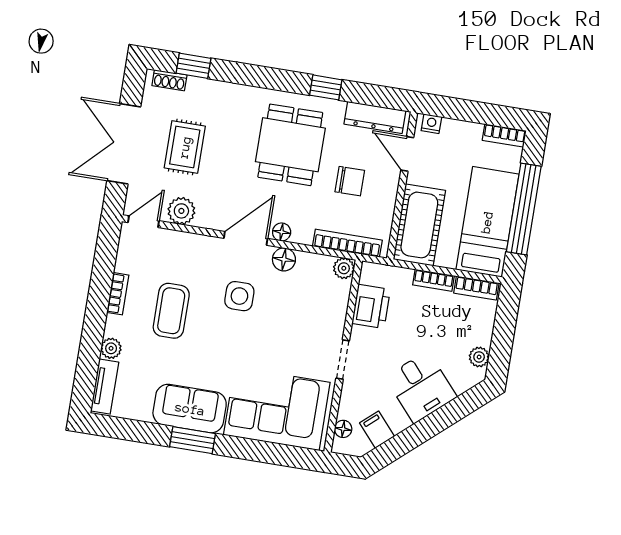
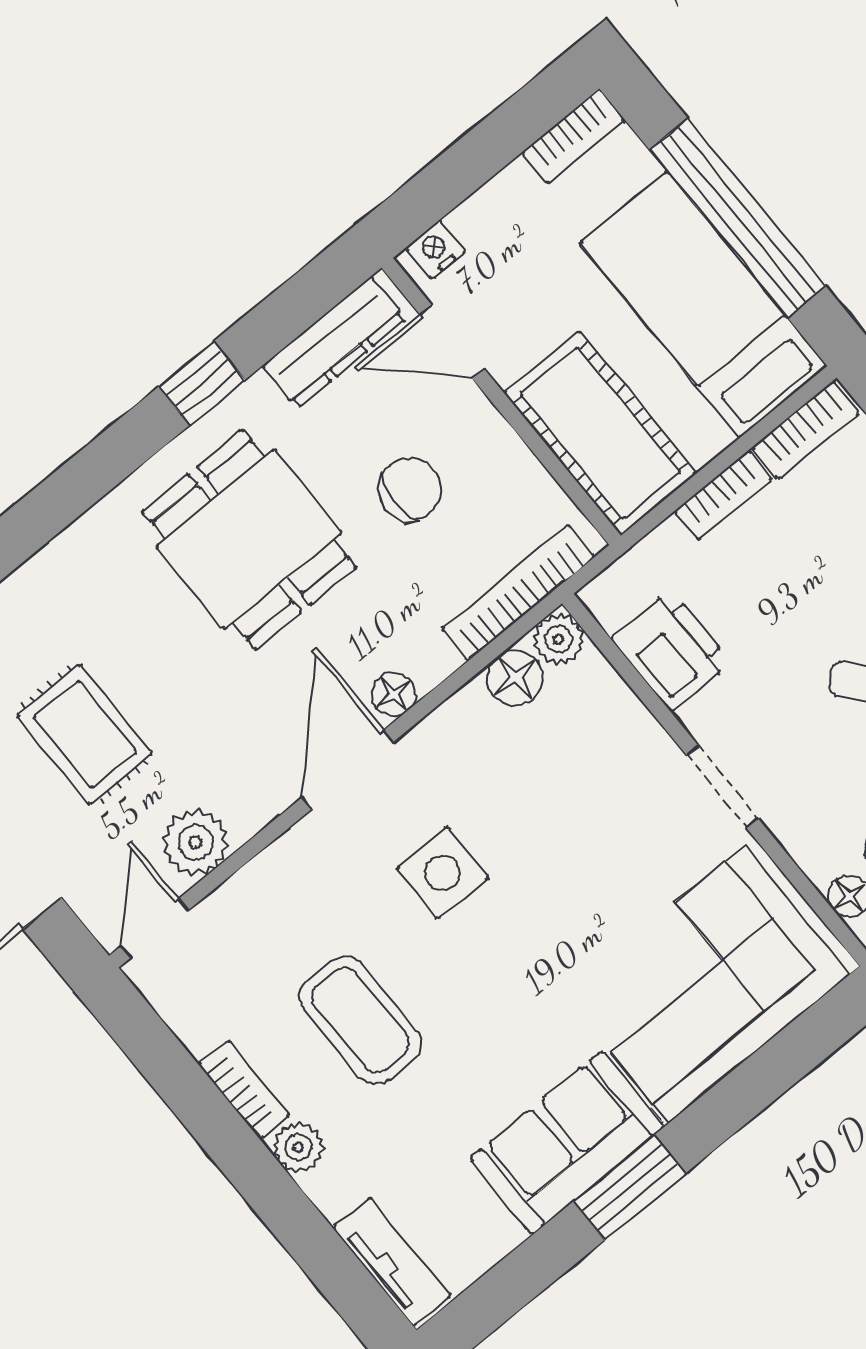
floor lamp: (284, 259) -> (515, 678), moved
plant: (111, 348) -> (298, 1147), moved

